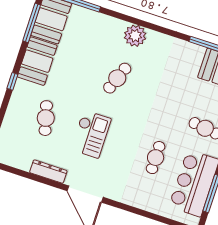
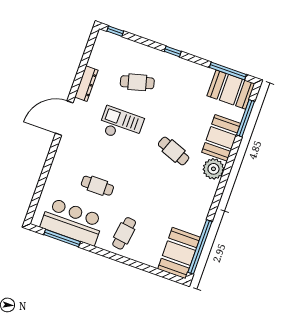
booth: (37, 61) -> (221, 138), moved, turned 90
checkout: (91, 134) -> (121, 125), turned 180

